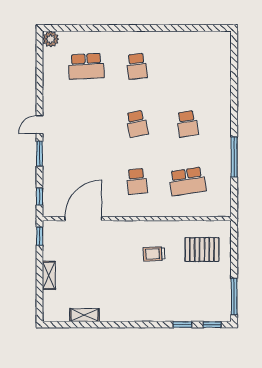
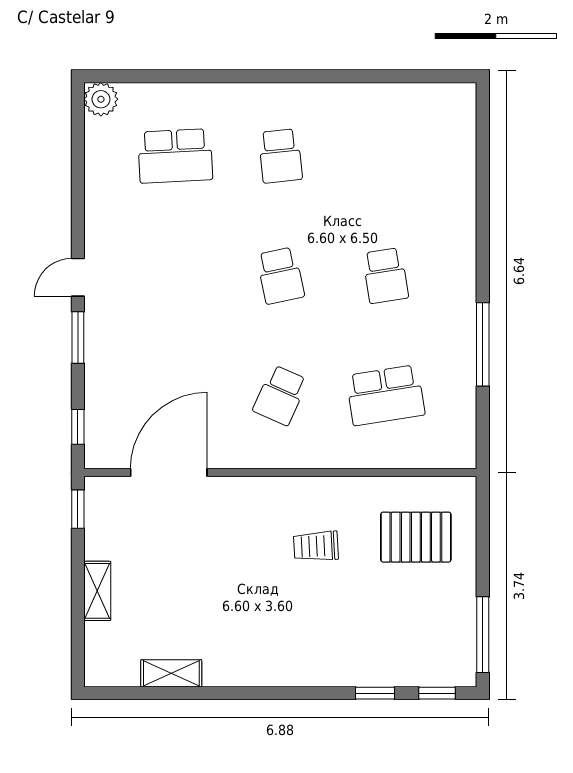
school desk: (137, 181) -> (280, 395), turned 30

